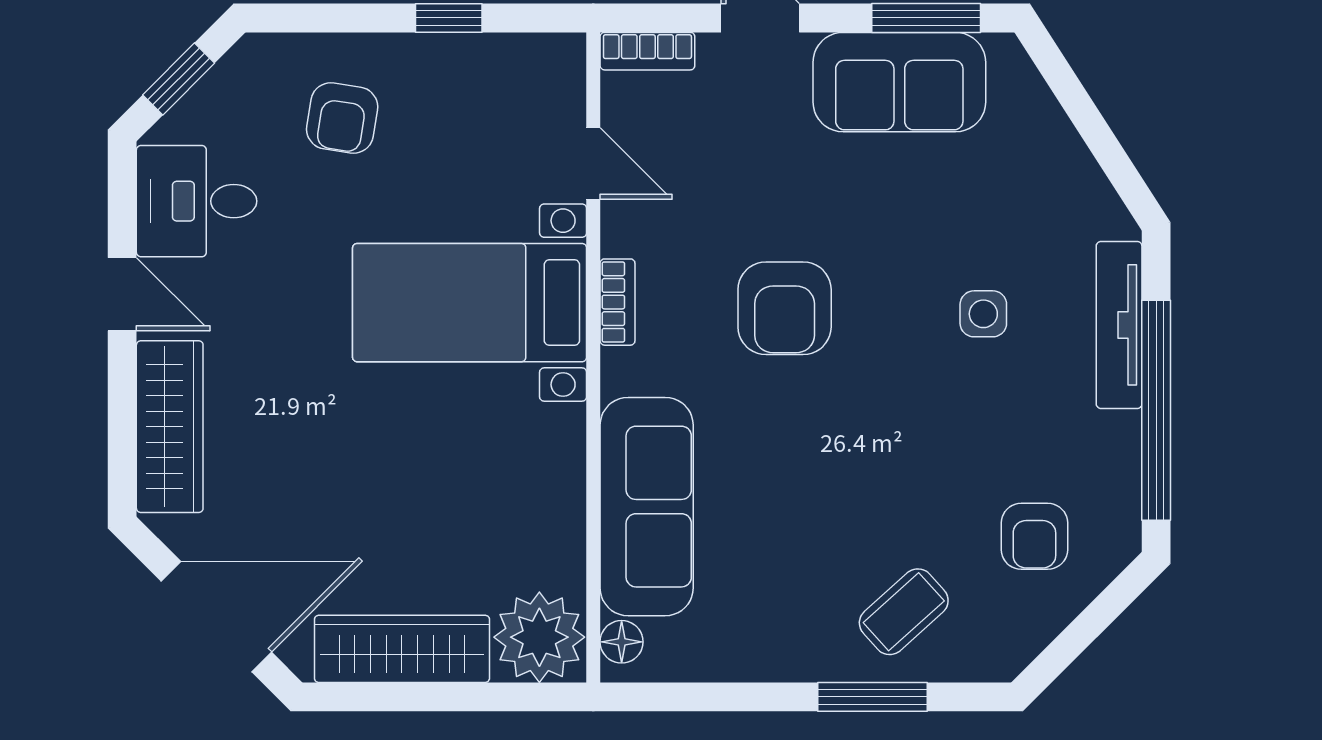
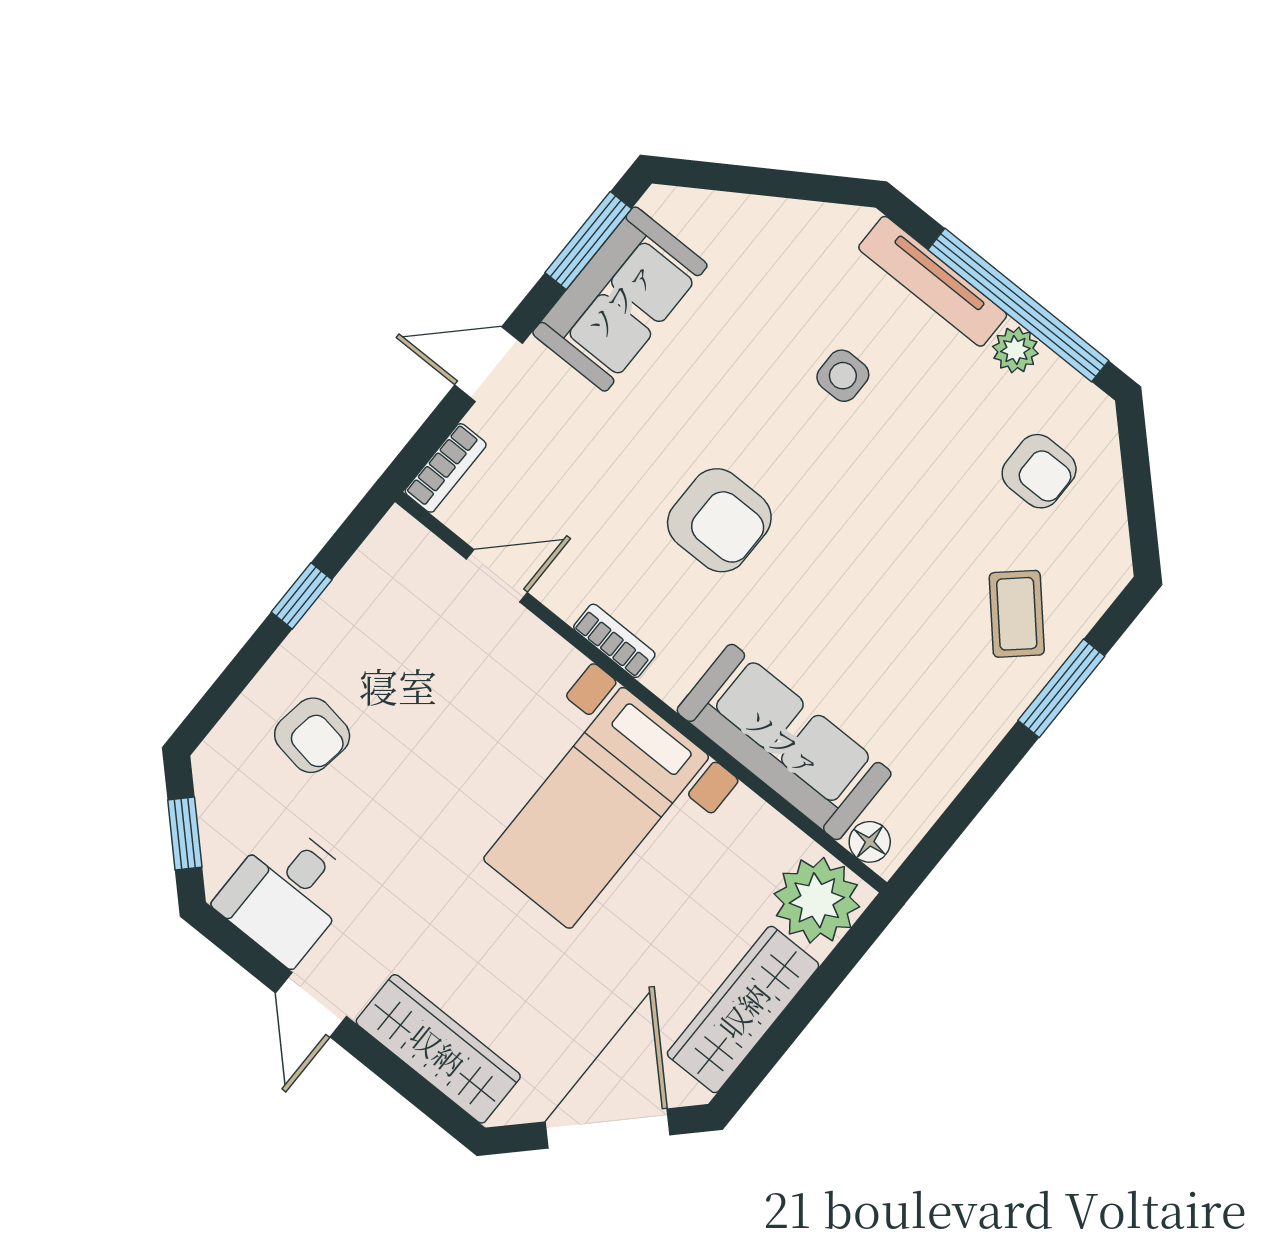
door: (122, 294) -> (311, 1005), swing flipped
bed with nightstands: (470, 303) -> (596, 808), moved
plant: (1118, 437) -> (1015, 350), added

